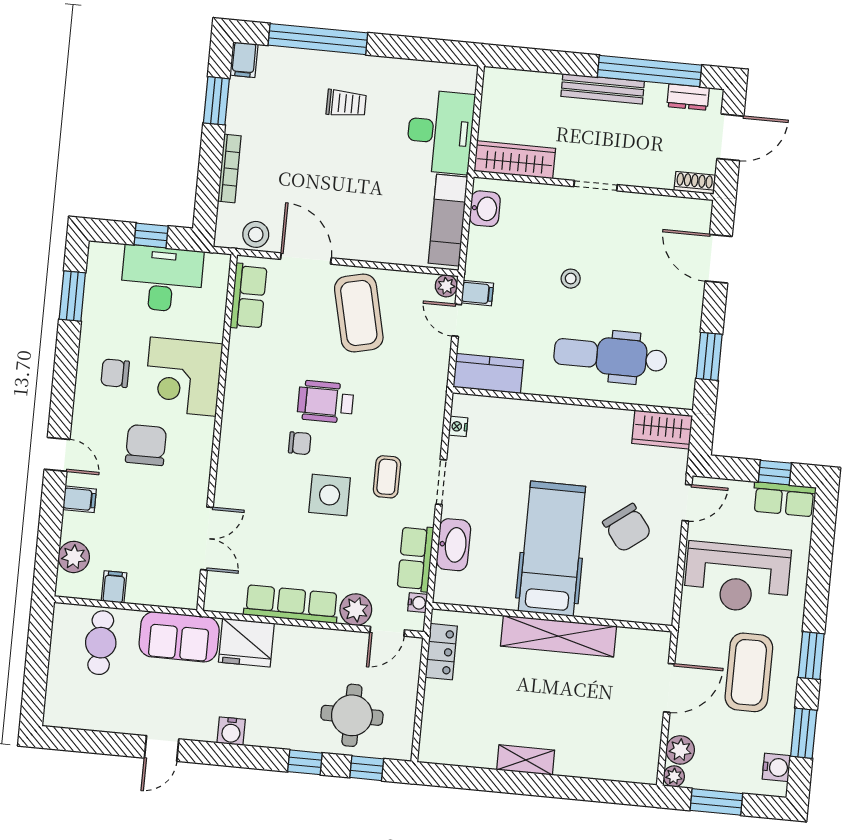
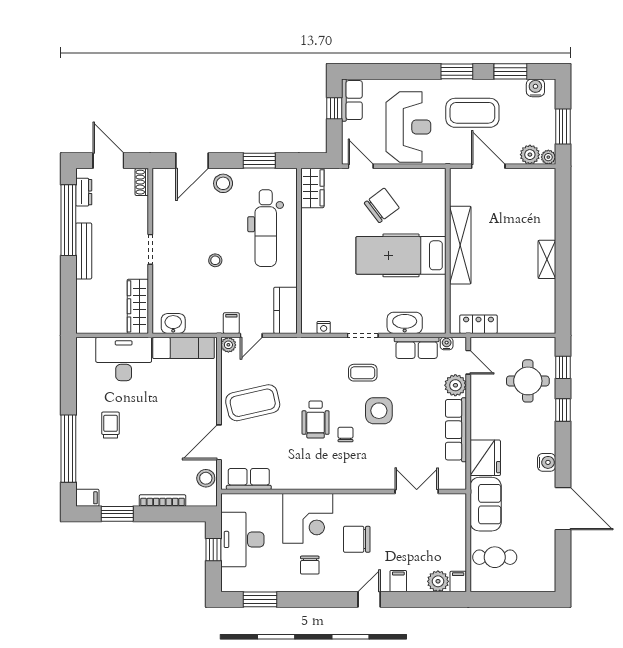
stool: (681, 301) -> (223, 183), added
filing cabinet: (114, 587) -> (458, 582), moved, turned 90
door: (162, 748) -> (563, 509), width x1.88

